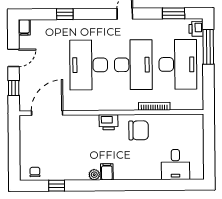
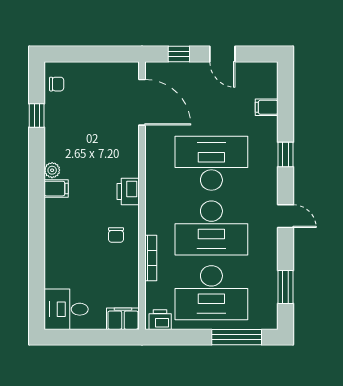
window: (65, 14) -> (285, 154), moved
filing cabinet: (24, 27) -> (267, 107), moved
printer: (196, 29) -> (160, 320), moved
filing cabinet: (196, 125) -> (123, 319), added
chair: (139, 130) -> (116, 235), width x0.54, depth x0.54
desk: (175, 164) -> (66, 309), moved

